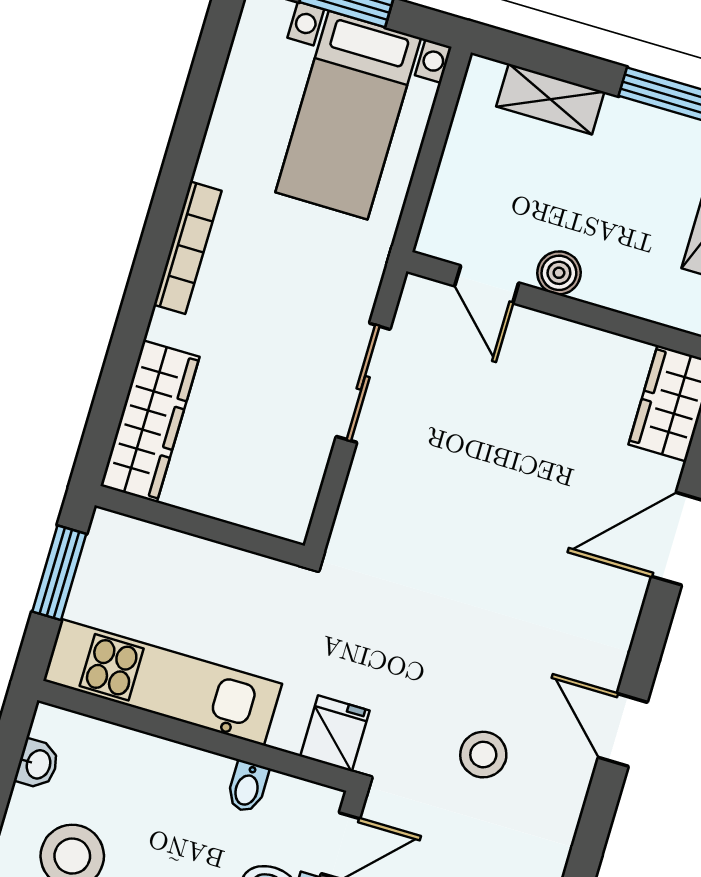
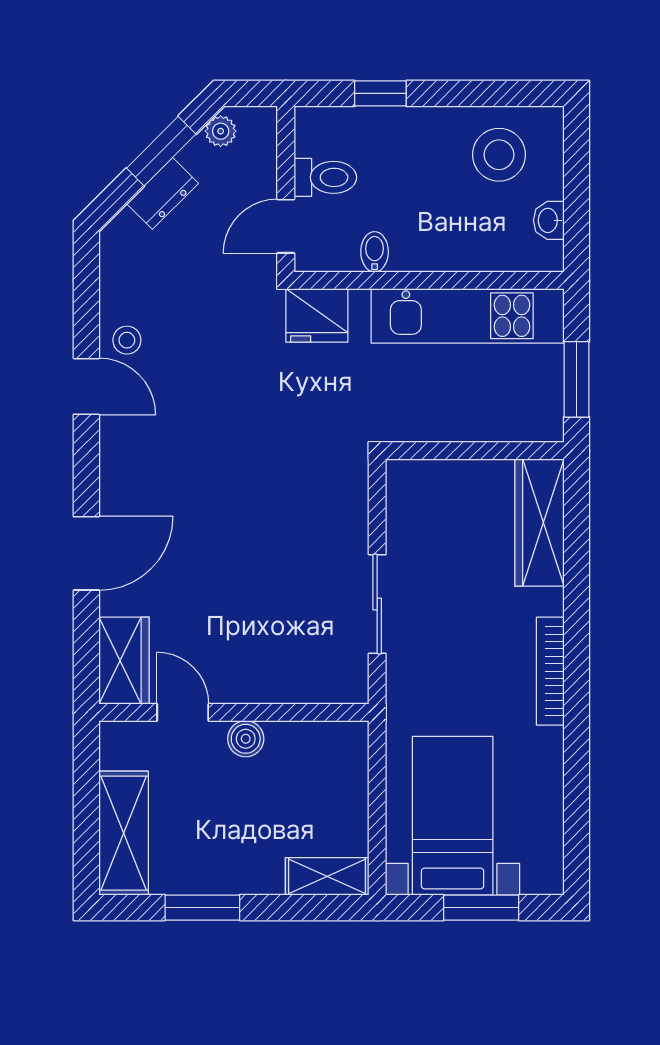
shelving: (550, 99) -> (327, 876), moved
door: (487, 284) -> (183, 712), moved
fridge: (335, 733) -> (317, 315), width x1.38
stool: (483, 755) -> (127, 340), moved, width x0.73, depth x0.73

